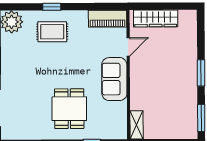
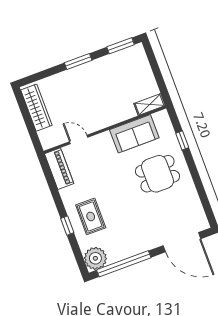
wardrobe: (156, 18) -> (36, 108), moved
sofa: (114, 79) -> (134, 134), moved

